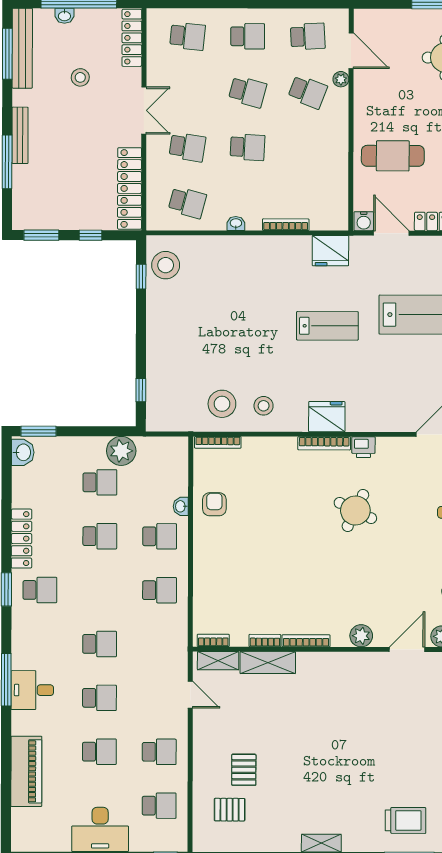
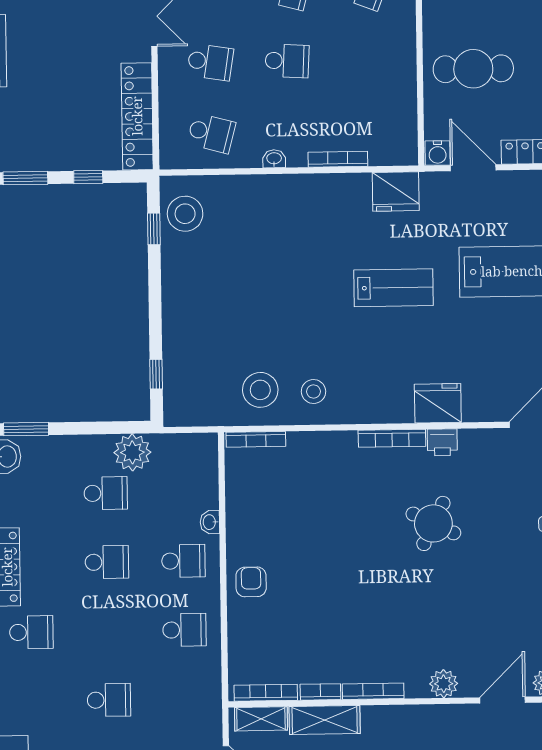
fridge: (327, 417) -> (438, 403), moved
armchair: (214, 504) -> (251, 582), moved
bookcase: (213, 640) -> (266, 693), width x1.56

